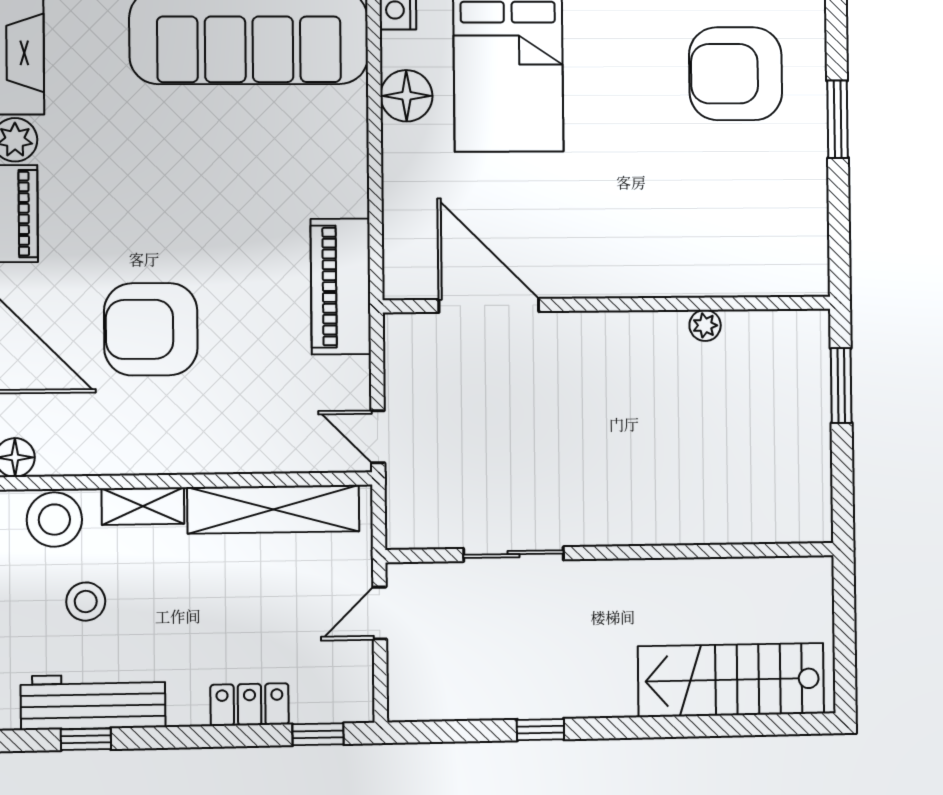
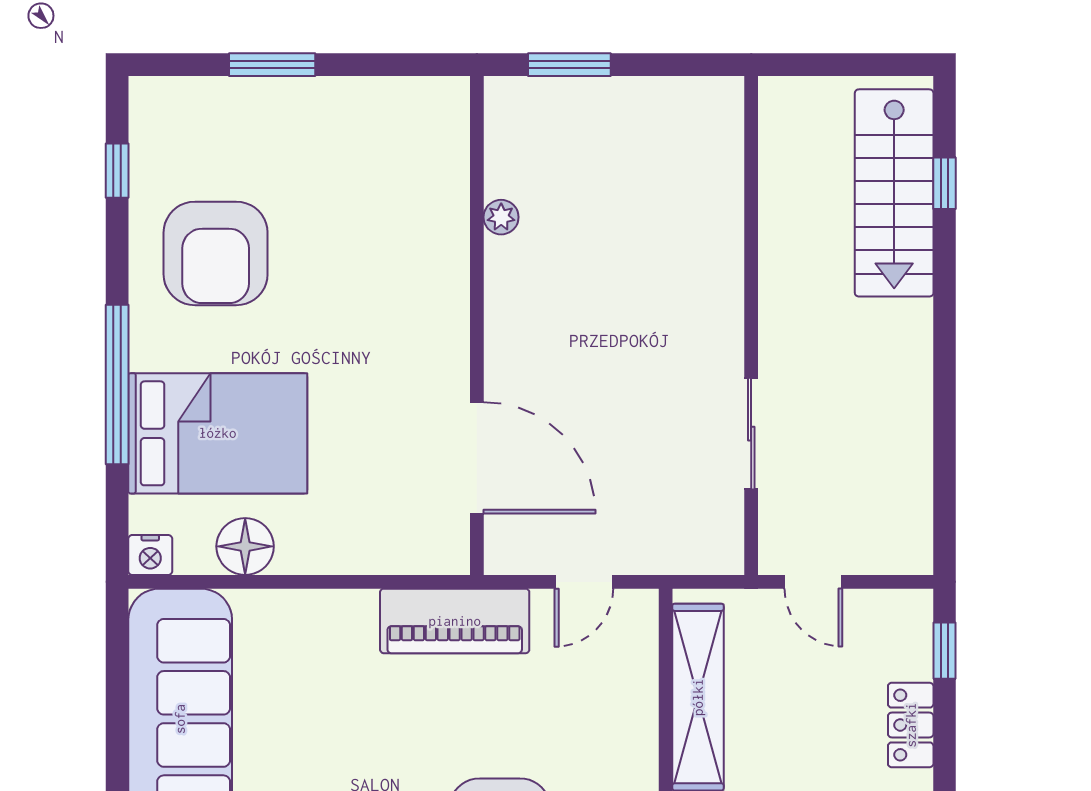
armchair: (736, 74) -> (216, 253), moved
door: (489, 305) -> (477, 458), swing flipped
door: (378, 437) -> (584, 582), moved
window: (540, 730) -> (945, 183), moved

